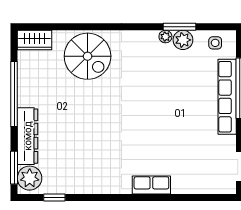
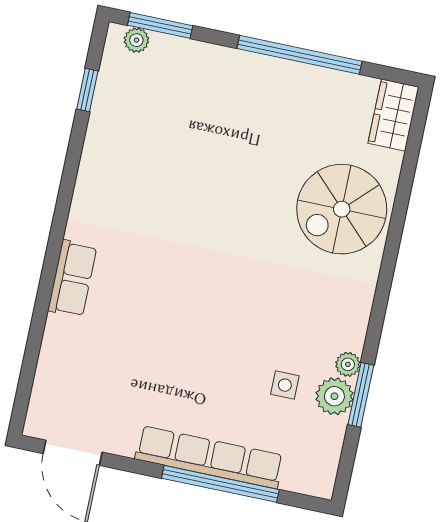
side table: (215, 43) -> (285, 385), moved
dresser: (28, 136) -> (214, 64), removed
plant: (30, 178) -> (136, 40), width x0.53, depth x0.53

